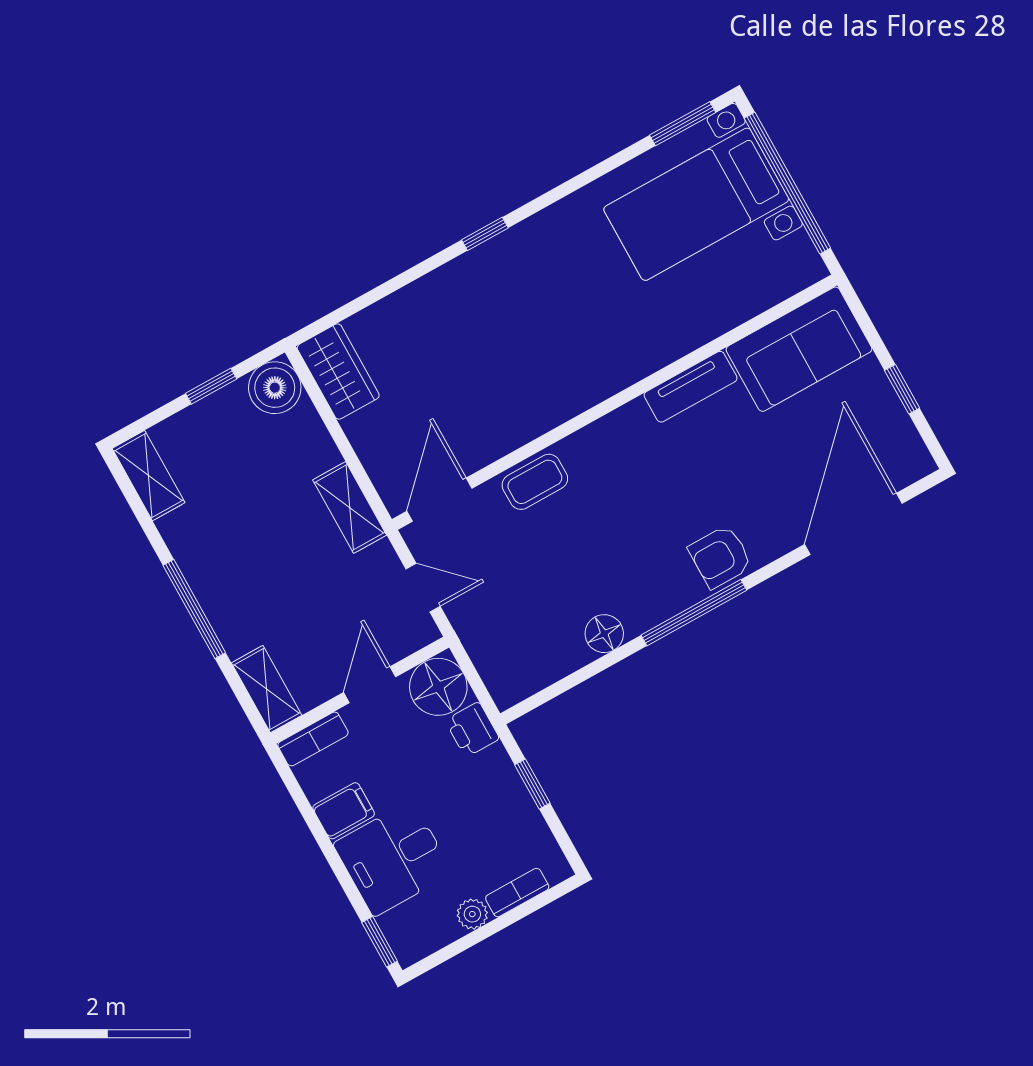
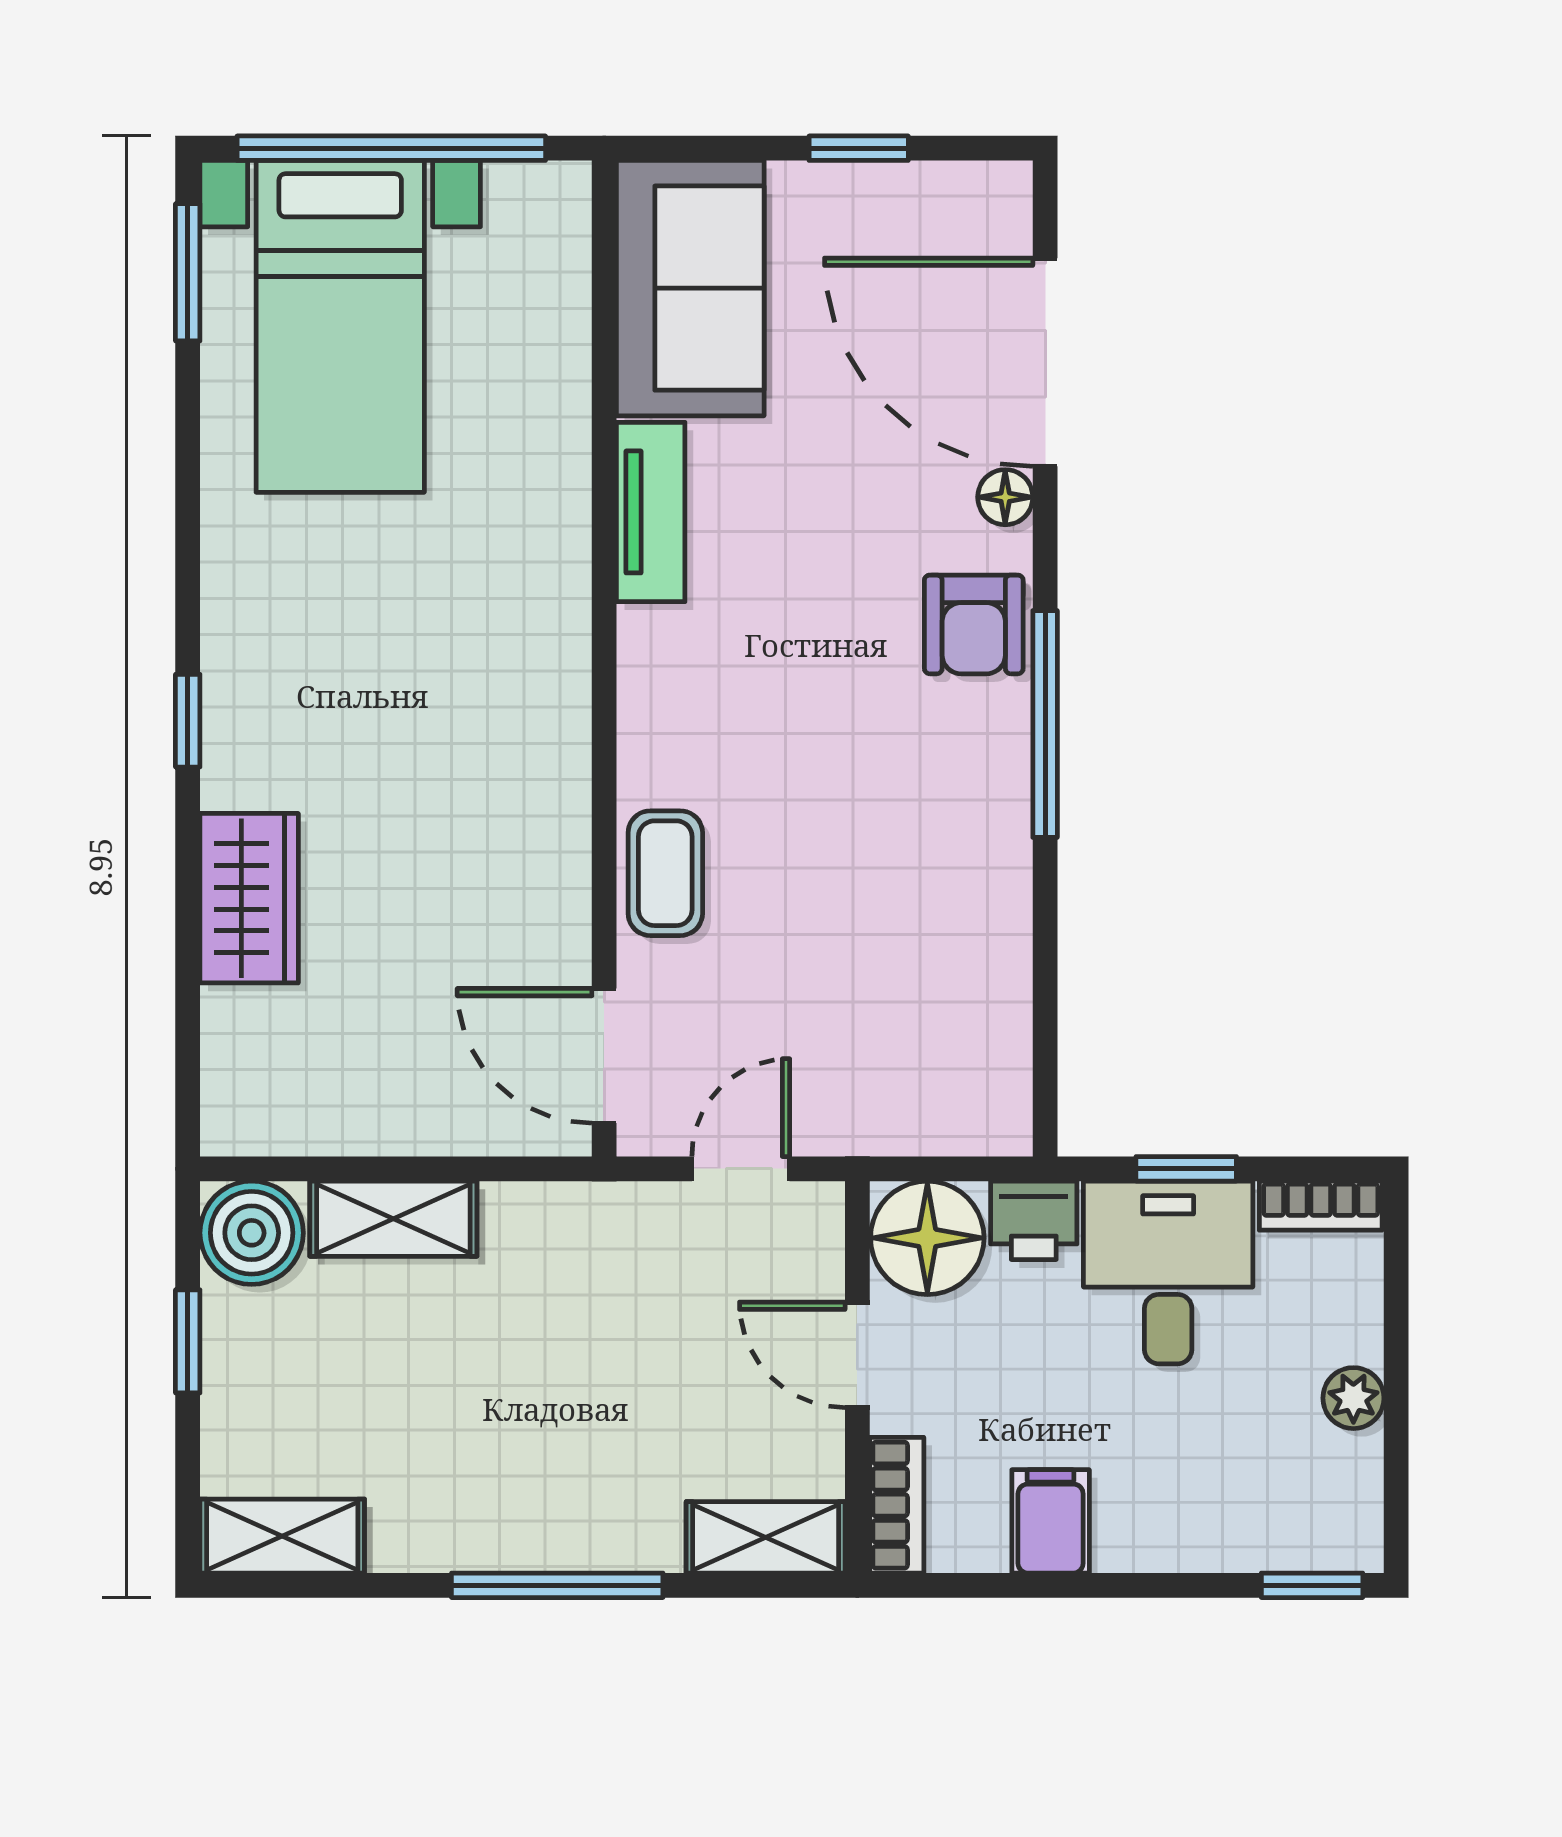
wardrobe: (338, 371) -> (249, 898), moved, turned 90
shelving: (350, 507) -> (393, 1219), moved
floor lamp: (604, 634) -> (1005, 497), moved, width x0.73, depth x0.73
desk: (393, 858) -> (1168, 1272), moved, turned 180
bookcase: (517, 893) -> (1321, 1206), moved, turned -90

